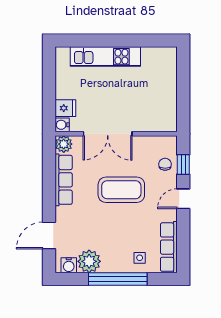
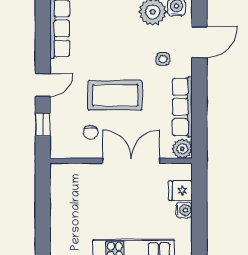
water cooler: (62, 125) -> (184, 210), moved
chair: (165, 164) -> (91, 132), moved
side table: (140, 258) -> (163, 59), moved

